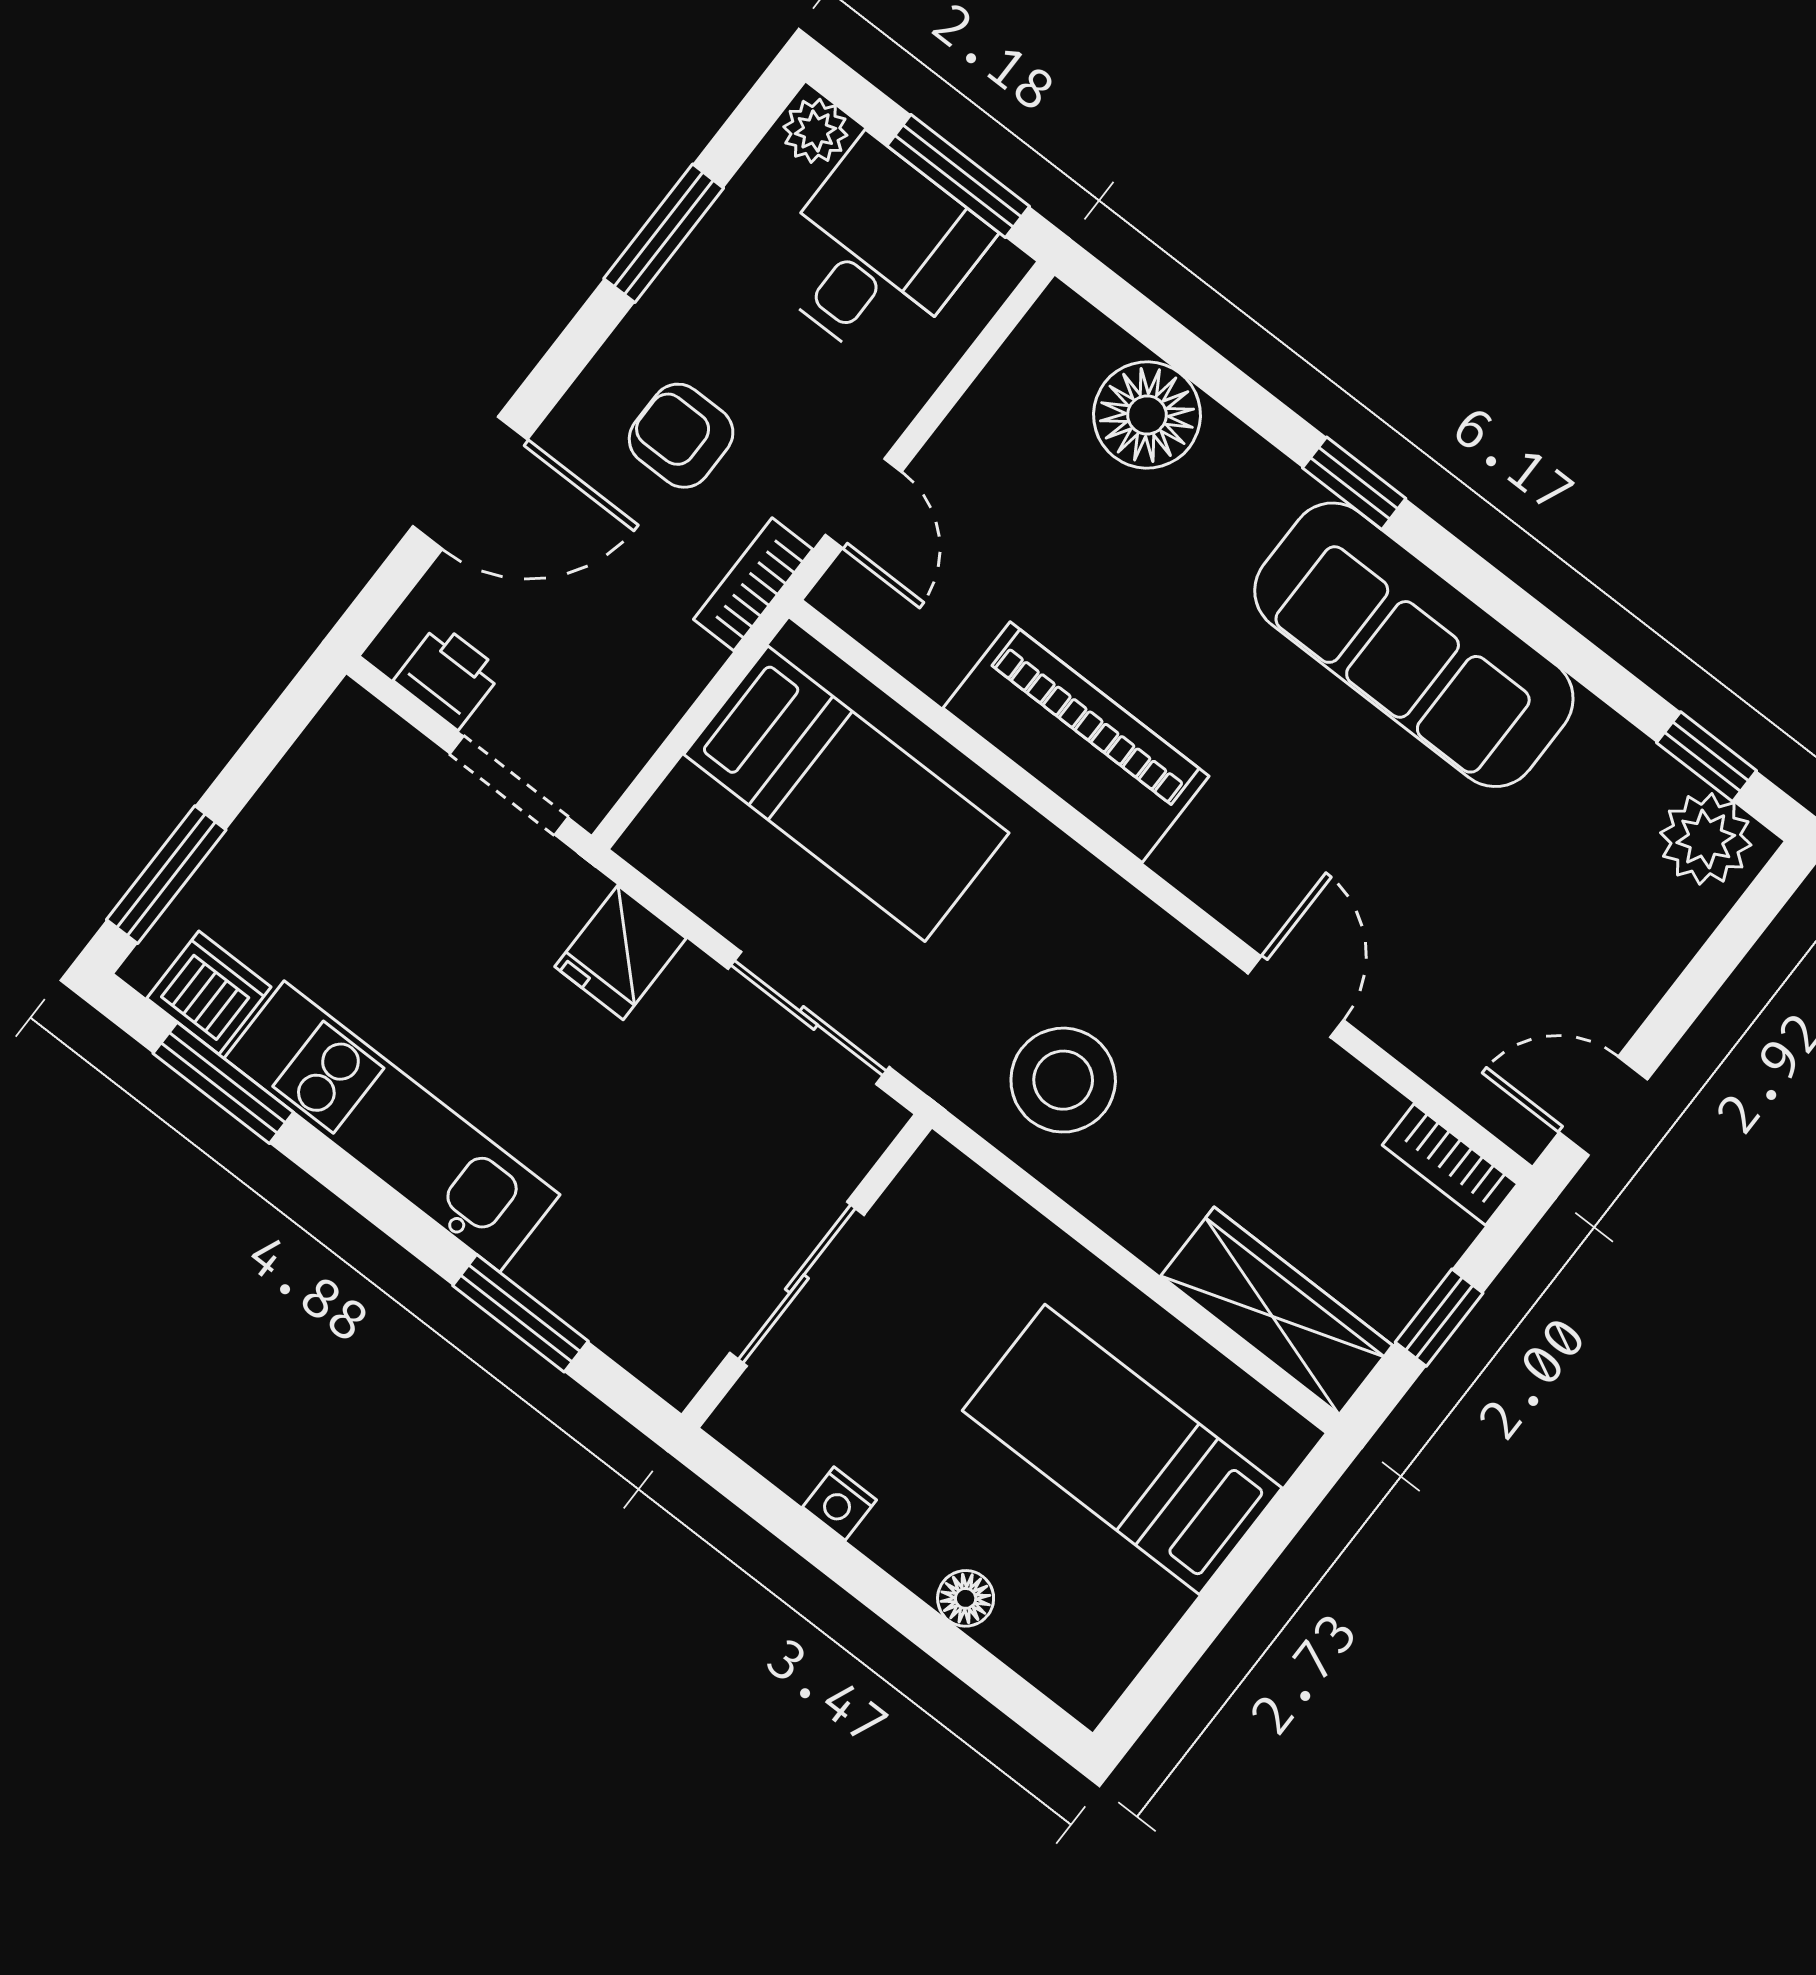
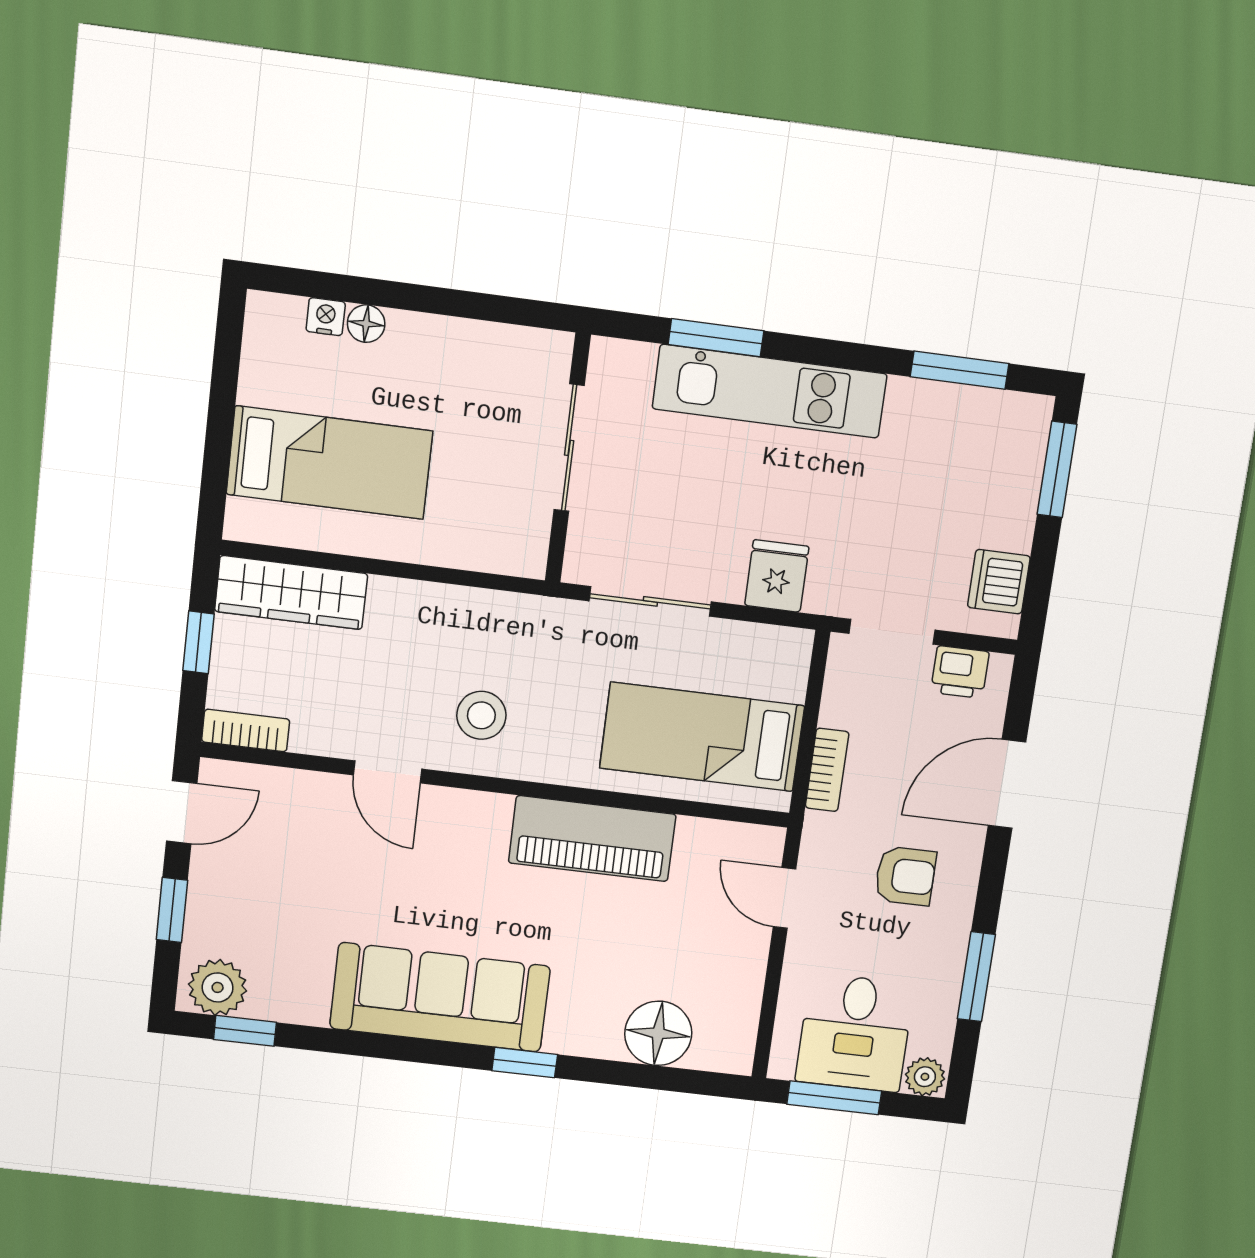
bookcase: (753, 584) -> (827, 770), moved
window: (1700, 982) -> (172, 910), added
dishwasher: (209, 993) -> (999, 582), moved, turned 90
stool: (1063, 1080) -> (481, 715), moved, width x0.73, depth x0.73
kitchen unit: (392, 1126) -> (770, 391), moved
nightstand: (840, 1504) -> (326, 317), moved

